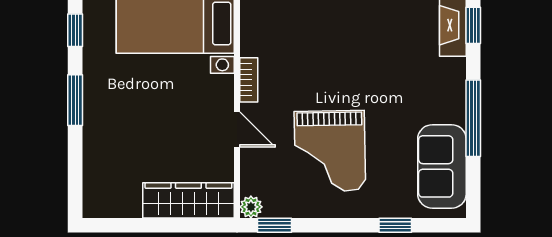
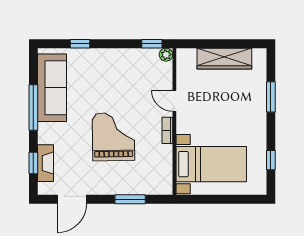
window: (75, 100) -> (271, 97), moved
grand piano: (330, 151) -> (113, 137), moved
sofa: (442, 166) -> (52, 88), width x1.36
wardrobe: (188, 200) -> (224, 59), moved

